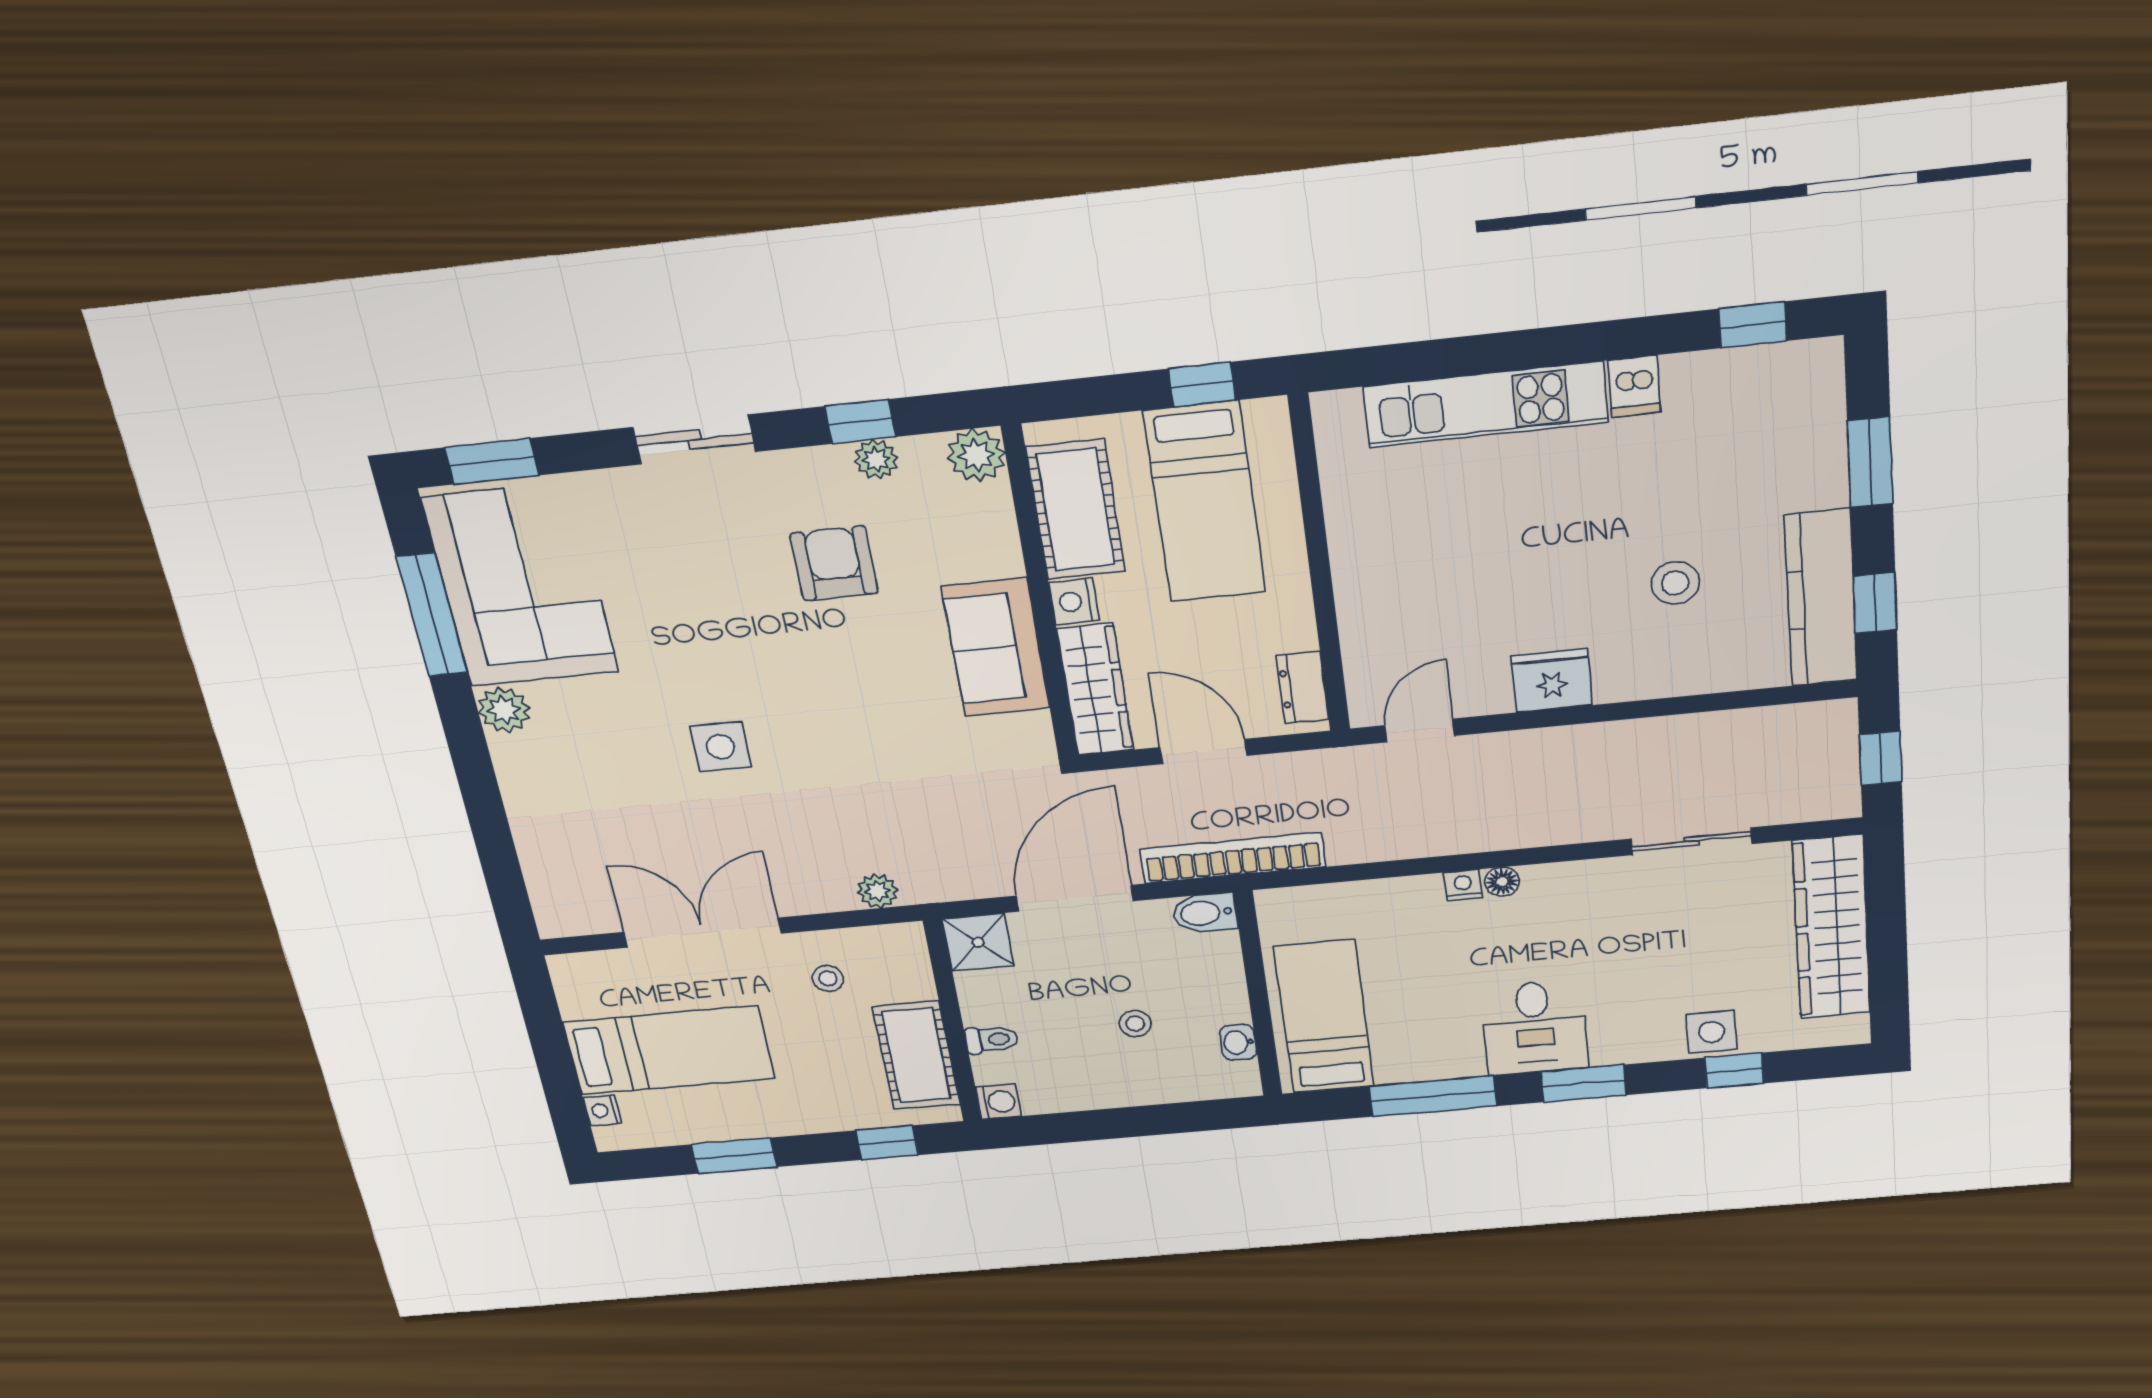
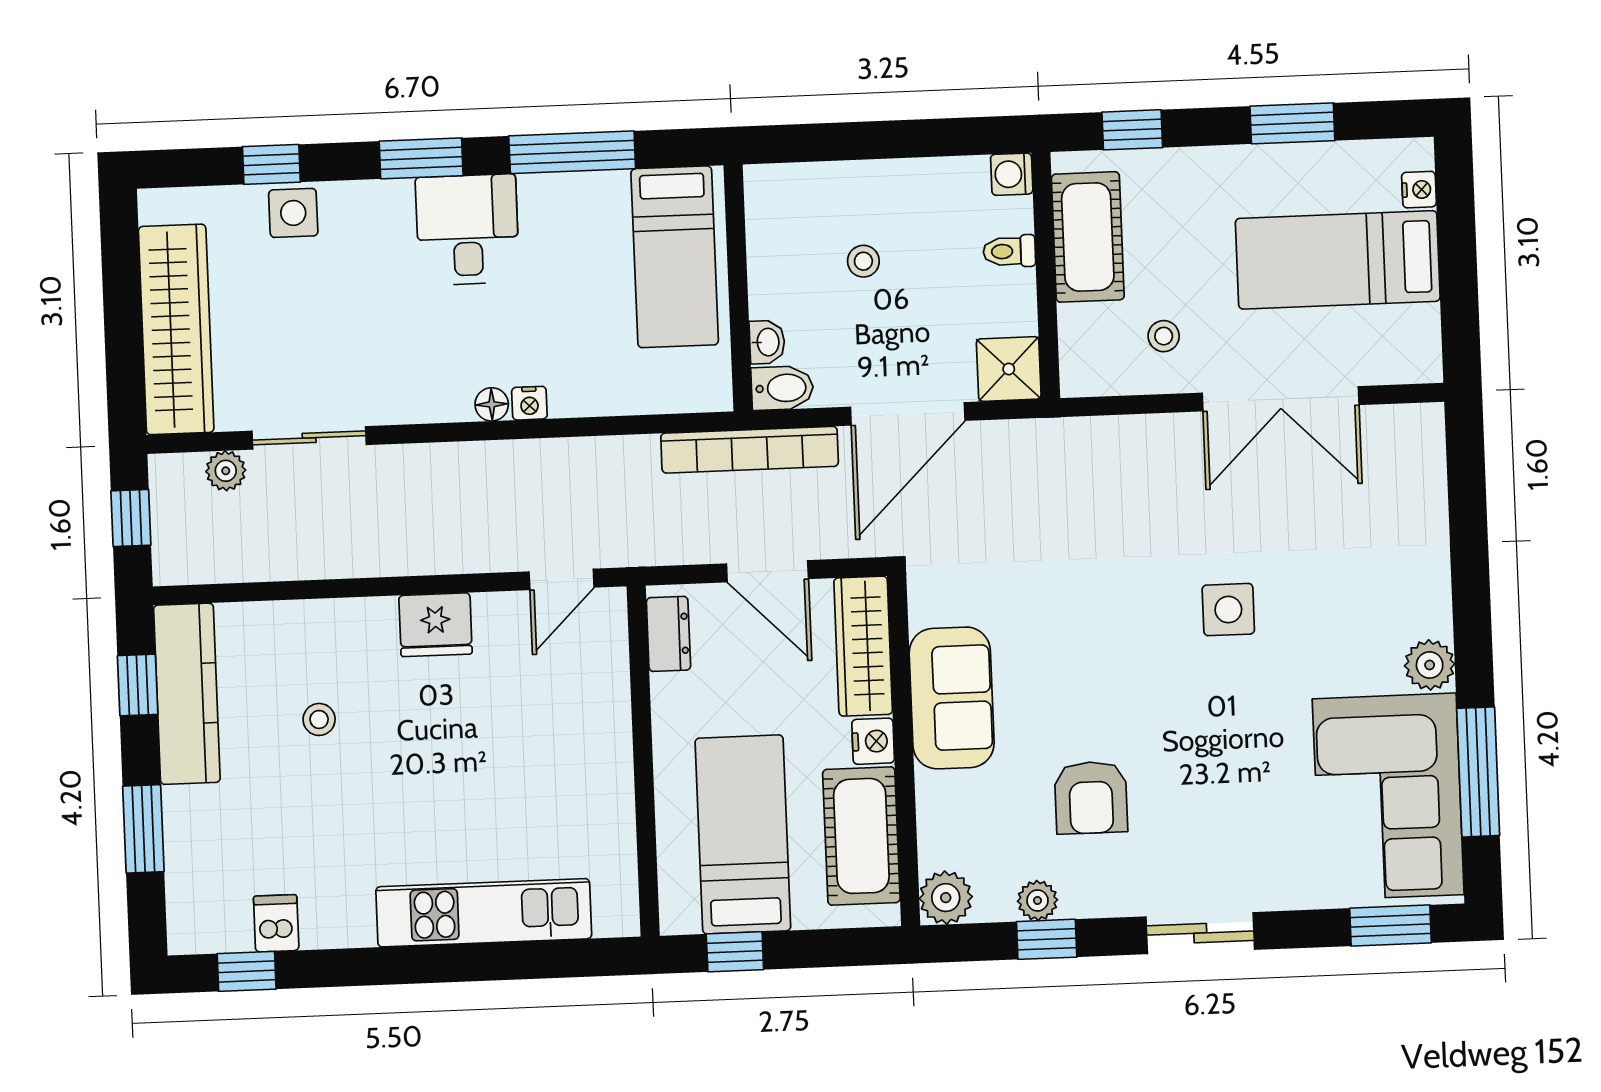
dishwasher: (1634, 386) -> (276, 923), moved
stool: (1675, 583) -> (319, 719), width x0.73, depth x0.73
plant: (877, 891) -> (226, 471), moved
washbasin: (1238, 1042) -> (767, 342), moved

